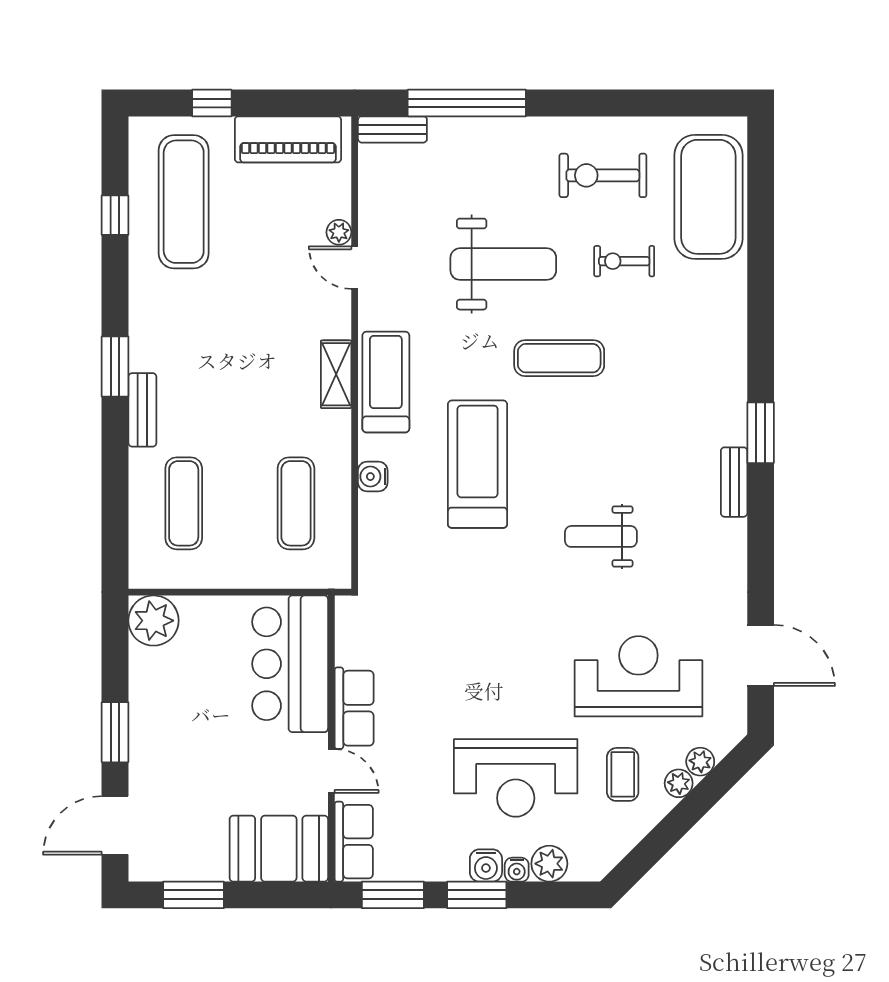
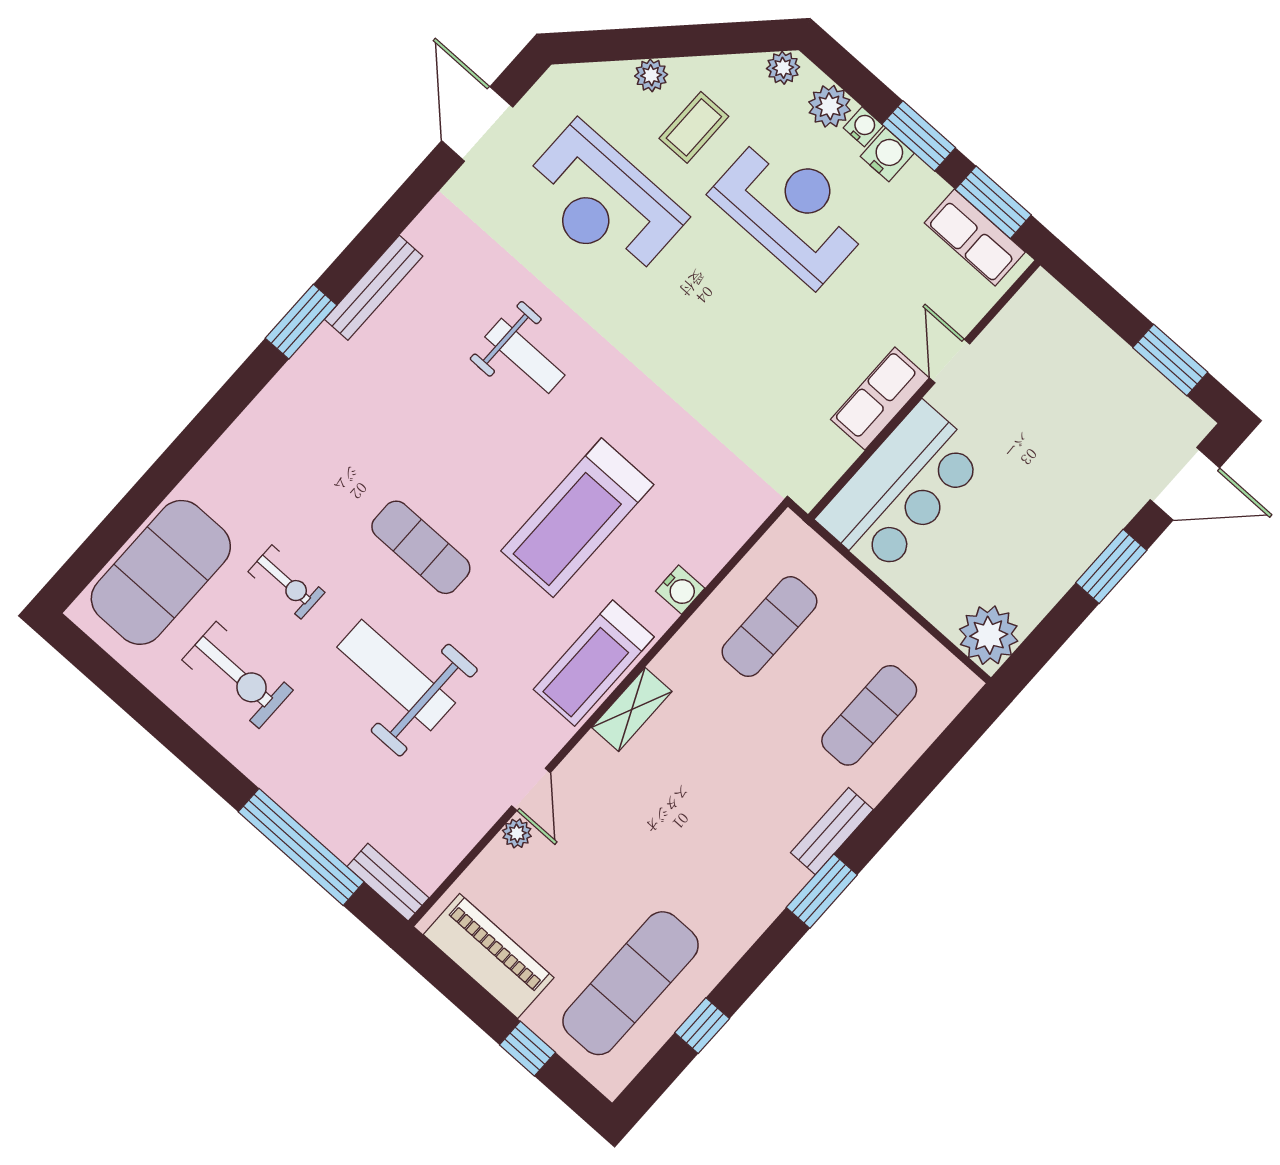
bench: (734, 482) -> (374, 288), width x1.36
plant: (700, 762) -> (783, 68), moved
row of seats: (354, 842) -> (975, 237), moved, turned -90
booth: (279, 849) -> (1058, 334), removed

